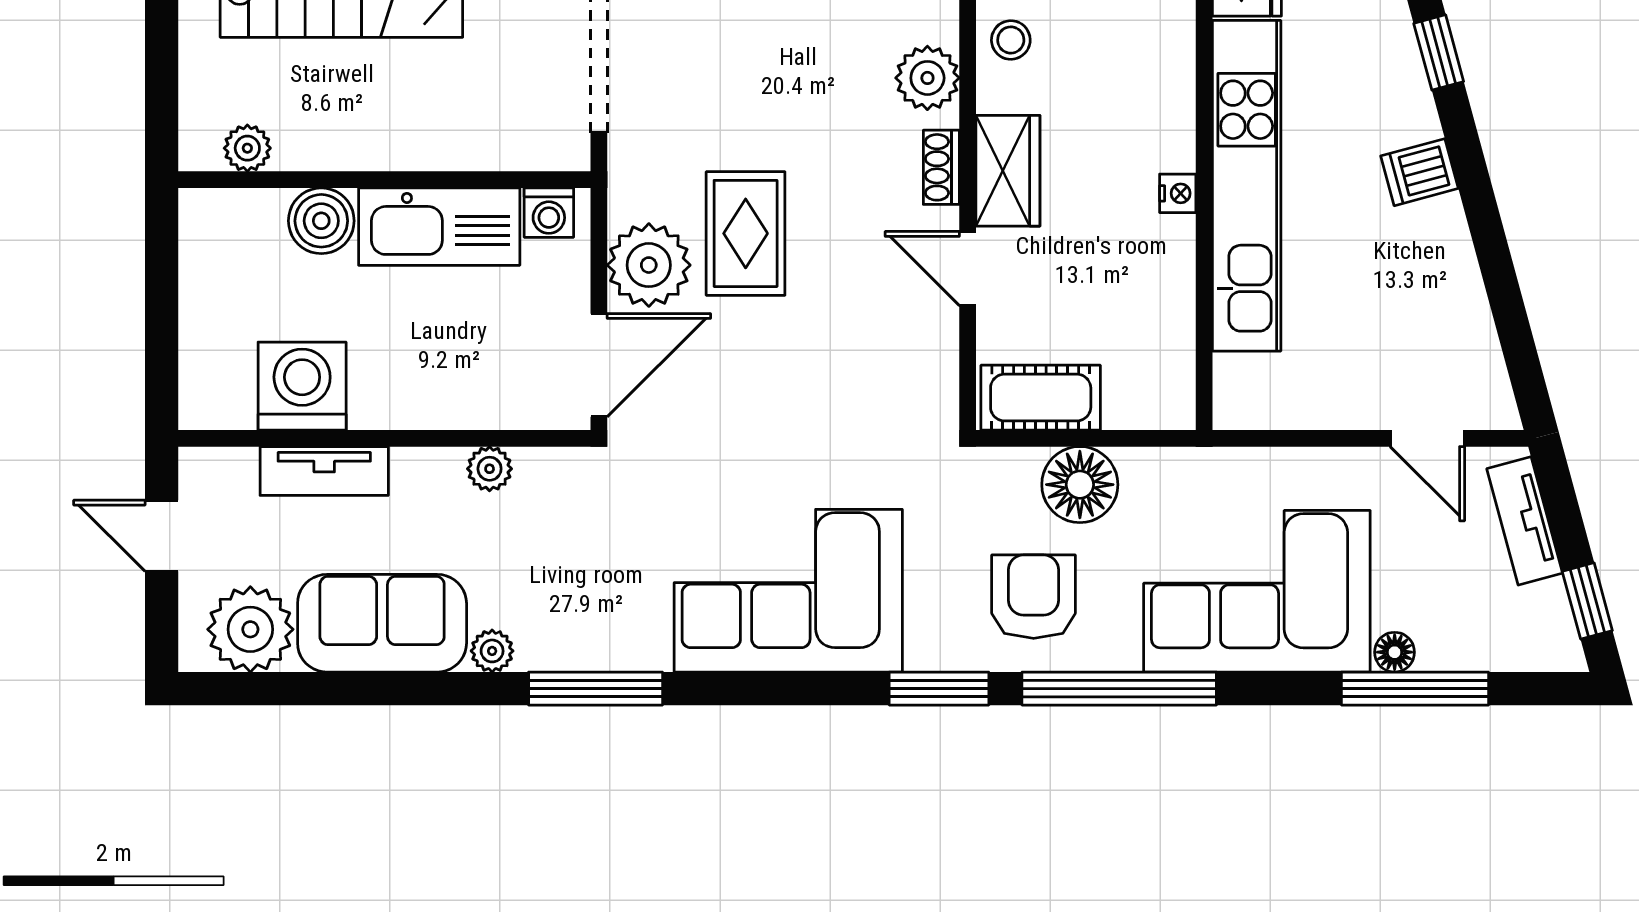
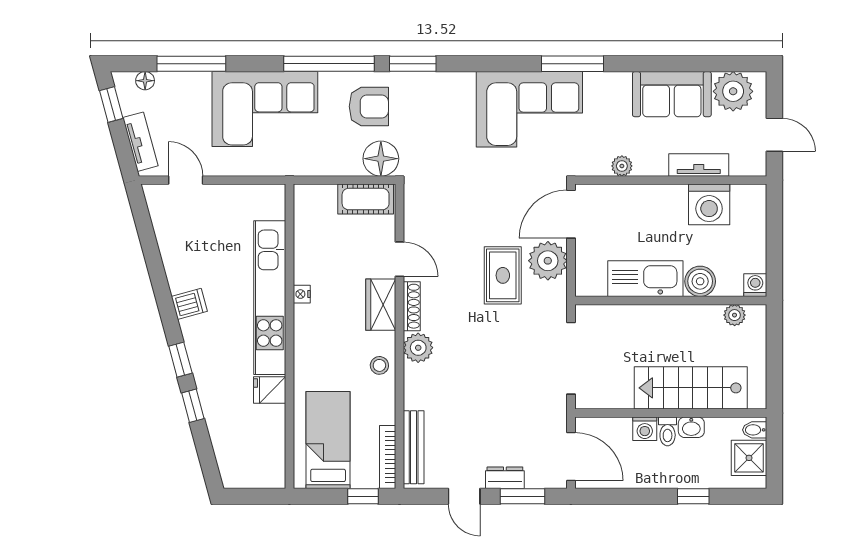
shoe rack: (941, 167) -> (412, 306), width x1.43
washing machine: (549, 213) -> (755, 285), moved
floor lamp: (1080, 485) -> (381, 159), moved
corner sofa: (788, 591) -> (529, 109), moved
armchair: (1034, 597) -> (369, 106), turned -90
plant: (492, 651) -> (621, 81), removed
floor lamp: (1395, 652) -> (145, 81), moved

